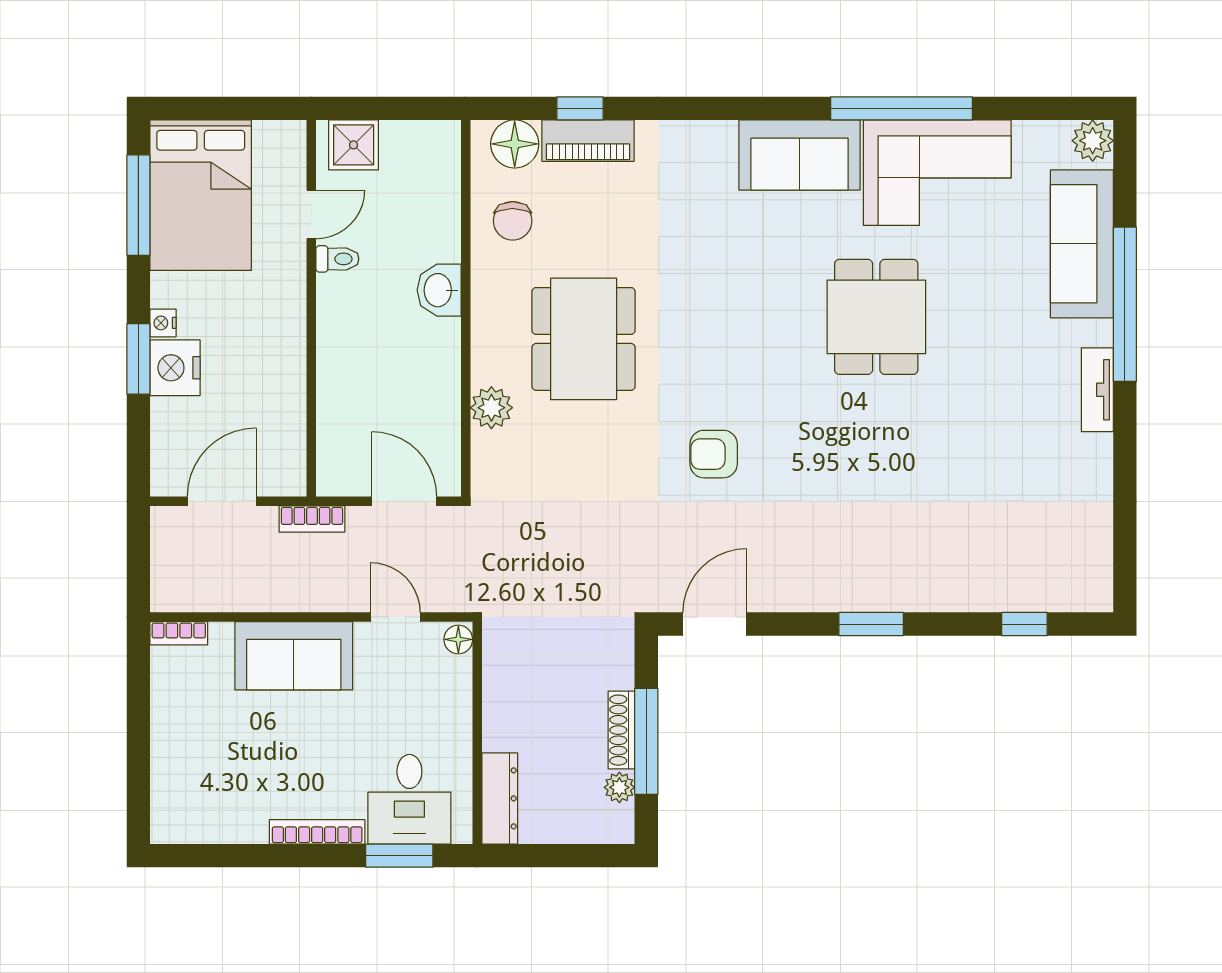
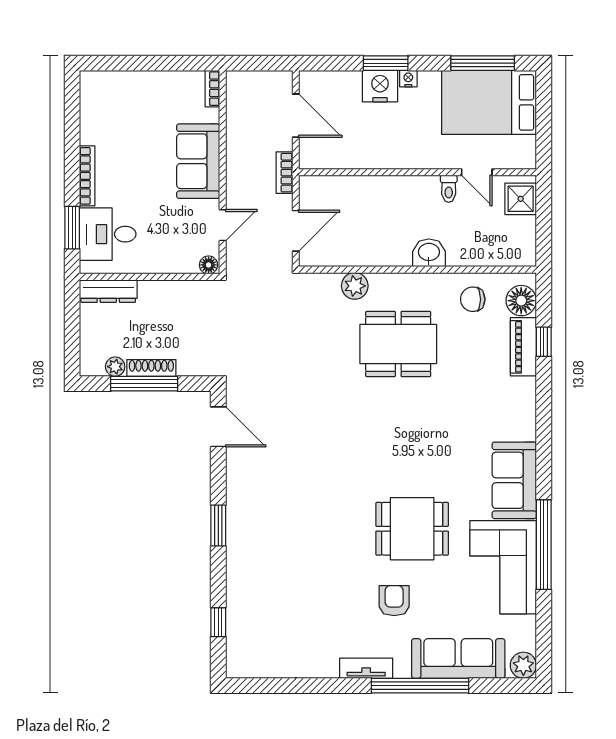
armchair: (714, 454) -> (394, 601), moved

